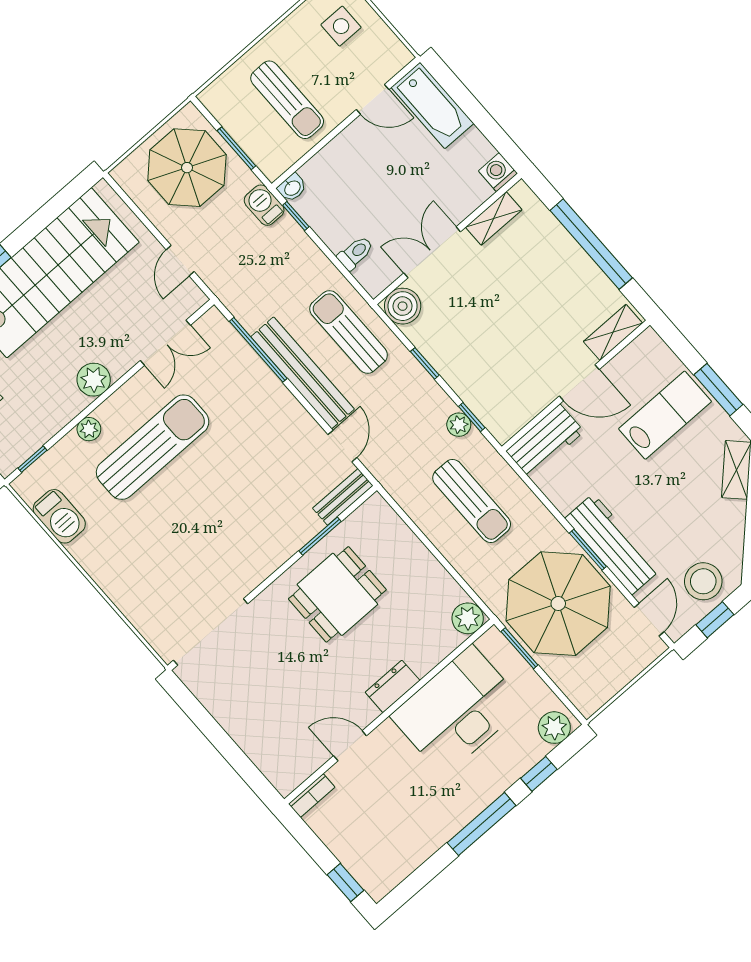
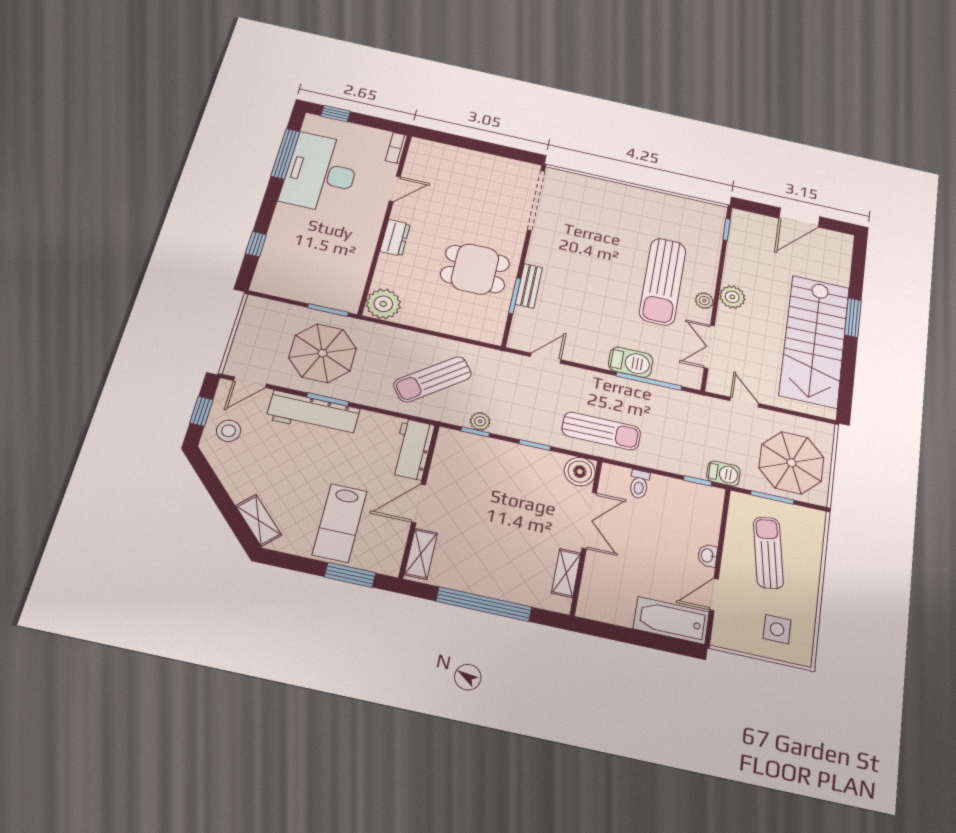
sun lounger: (287, 100) -> (768, 553), turned 80
washing machine: (498, 172) -> (589, 607), removed
washbasin: (292, 188) -> (708, 556), moved
bench: (303, 373) -> (609, 386), removed
window: (718, 390) -> (350, 575), moved
plant: (89, 429) -> (704, 301), moved
door: (342, 446) -> (546, 358), swing flipped
bench: (343, 497) -> (529, 286), moved
sun lounger: (472, 501) -> (433, 379), turned -37
barbecue: (59, 516) -> (631, 362), moved, turned 180
stool: (703, 581) -> (229, 431), width x0.73, depth x0.73
dining table: (337, 594) -> (475, 269), turned 90
parasol: (558, 604) -> (323, 353), width x0.73, depth x0.73
plant: (468, 618) -> (383, 304), width x1.36, depth x1.36
door: (649, 620) -> (250, 382), hinge flipped
desk: (458, 711) -> (321, 173), moved, turned 180
plant: (554, 728) -> (267, 277), removed
window: (482, 824) -> (285, 154), moved

